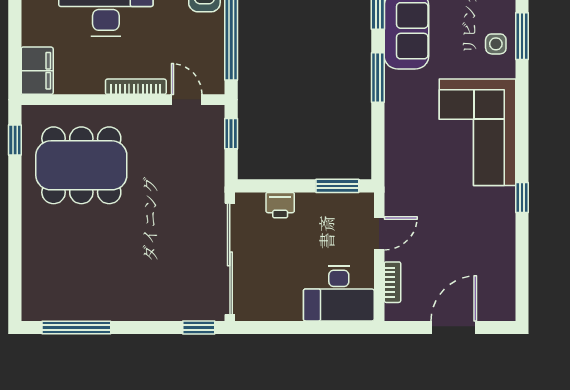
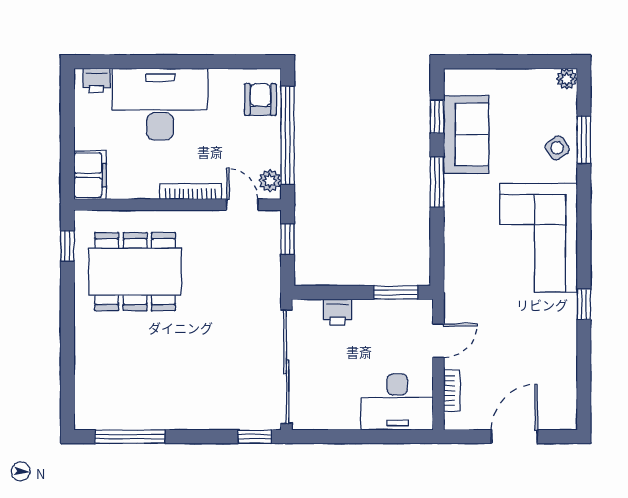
side table: (496, 44) -> (557, 148), turned -35
plant: (214, 76) -> (270, 181), added

